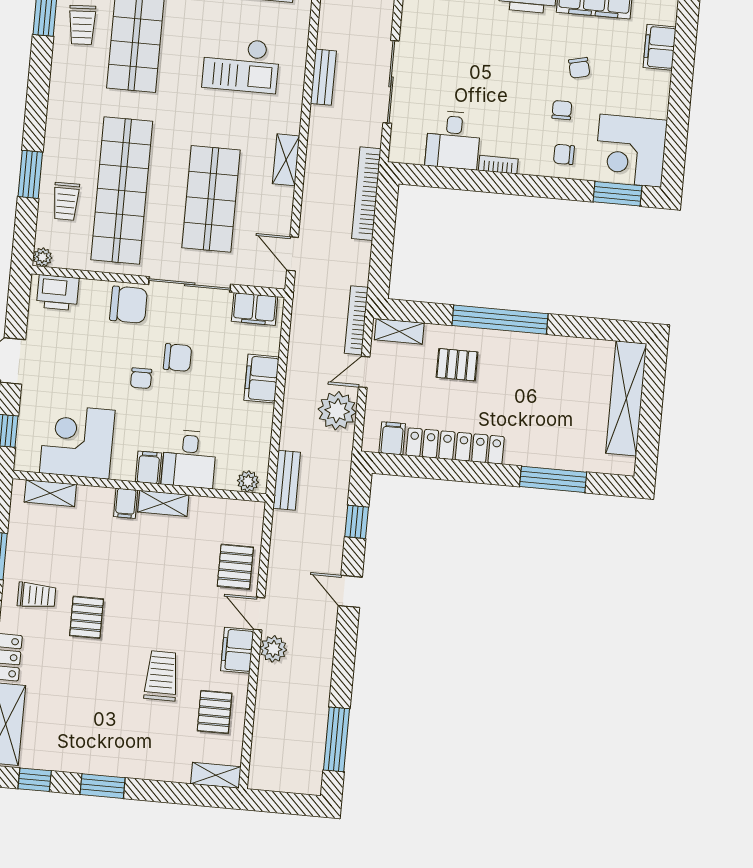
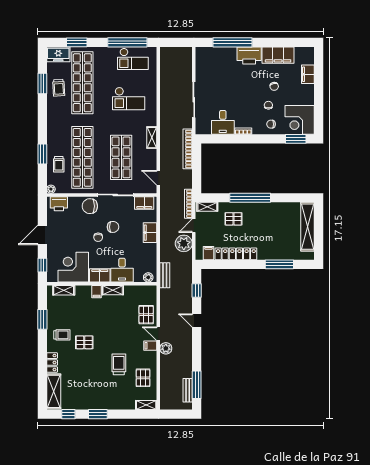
bench: (323, 77) -> (188, 390), moved
chair: (129, 305) -> (90, 206), turned 180
filing cabinet: (148, 467) -> (100, 275), width x2.00
pallet: (87, 617) -> (84, 342), turned 90
filing cabinet: (237, 650) -> (150, 346), width x0.50

